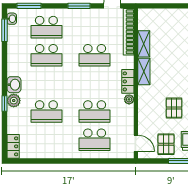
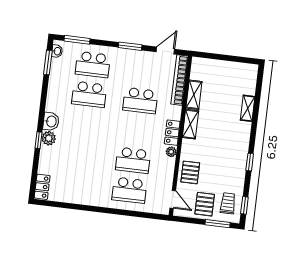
pallet: (174, 108) -> (190, 172), moved
school desk: (46, 112) -> (82, 154), removed

